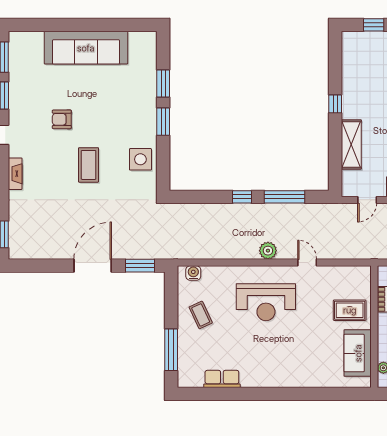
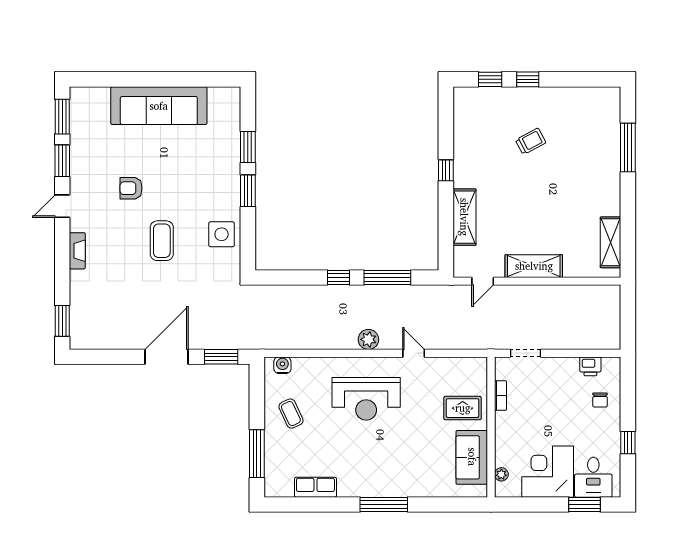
window: (281, 394) -> (384, 504), added

